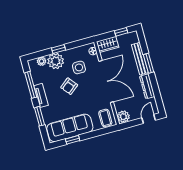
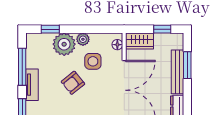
window: (59, 49) -> (50, 29), moved
plant: (42, 61) -> (83, 39), moved
window: (148, 63) -> (187, 65), moved

